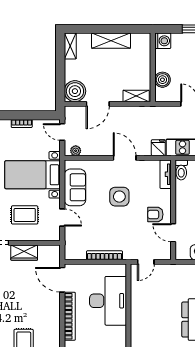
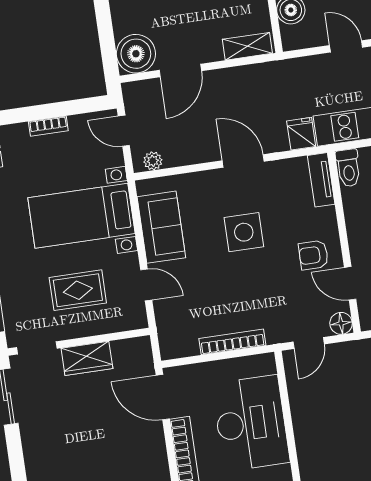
floor lamp: (165, 254) -> (341, 323), added

